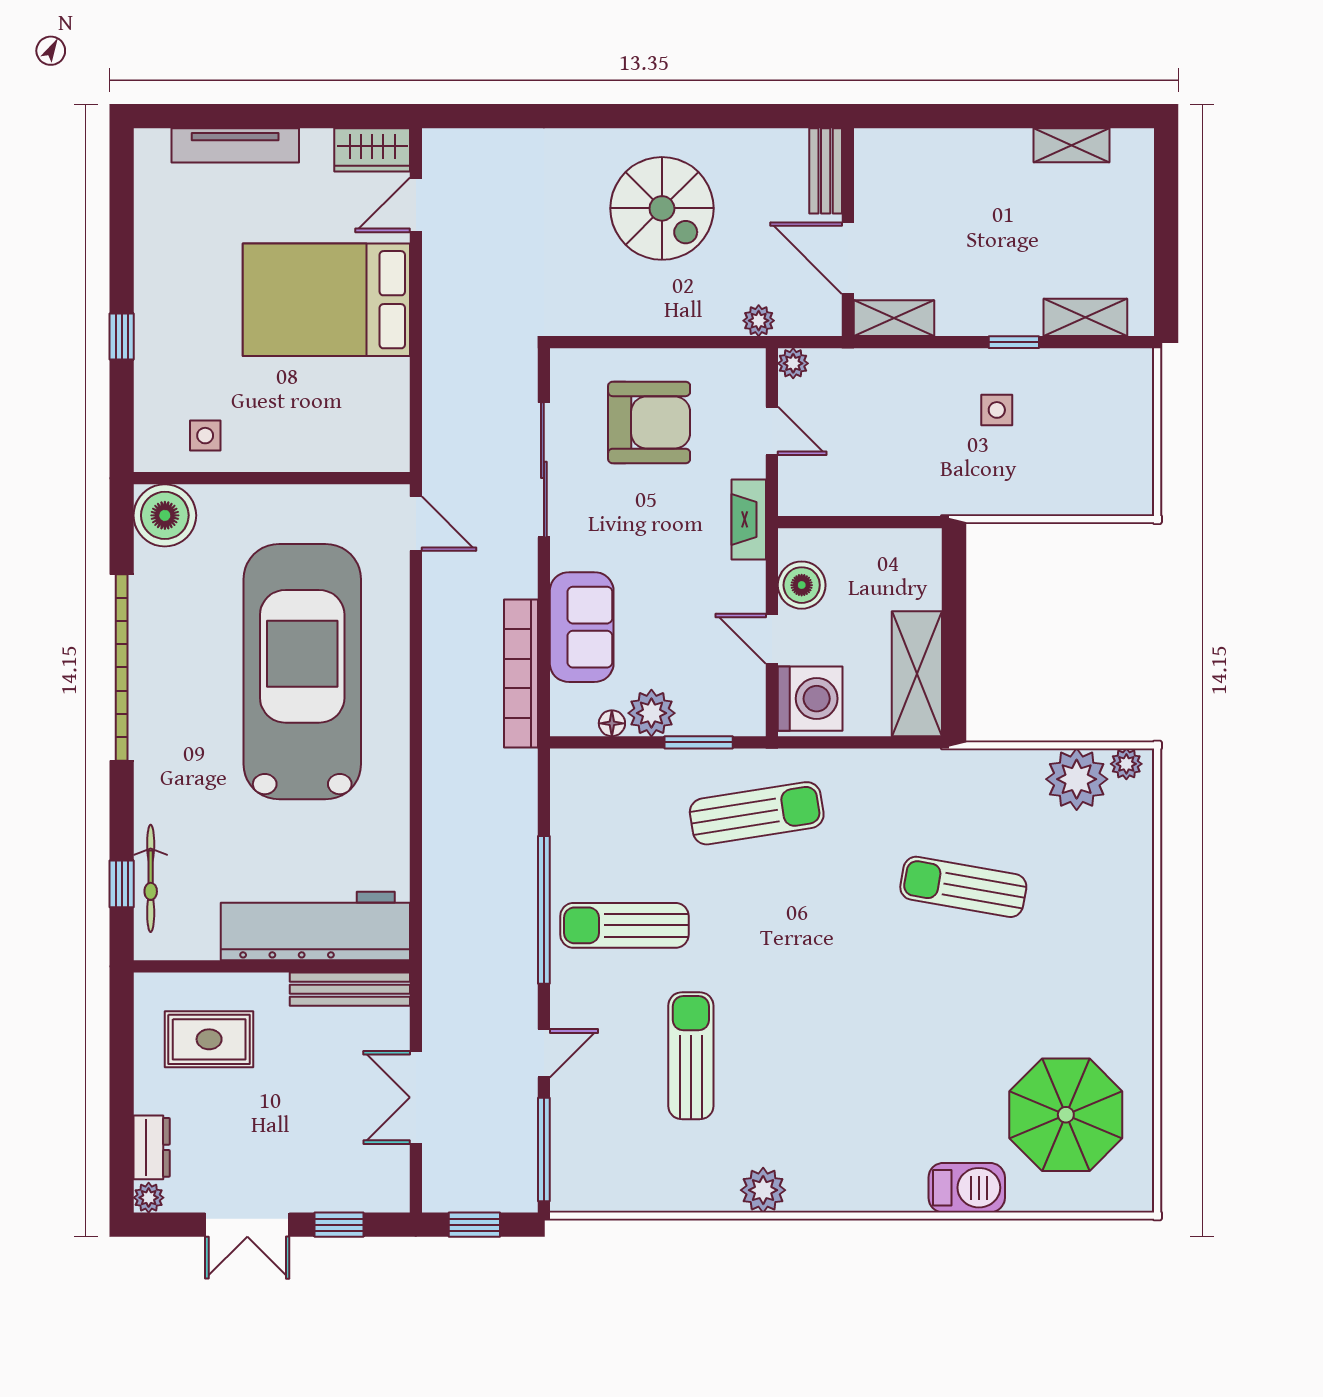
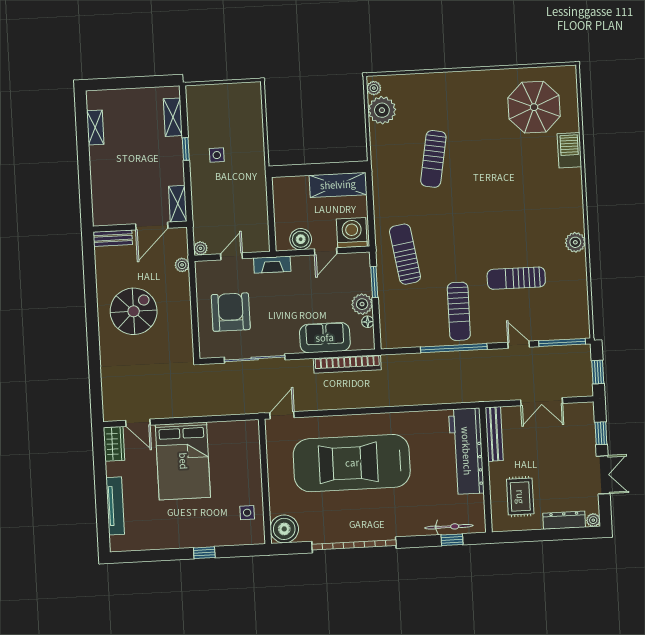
dresser: (152, 1147) -> (564, 520), width x1.44

